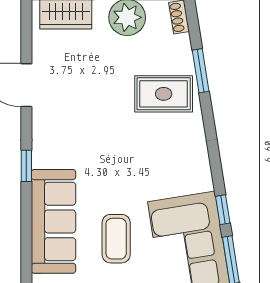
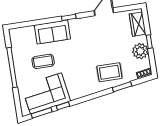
rug: (164, 94) -> (109, 72), turned 90
sofa: (53, 221) -> (52, 32), width x0.73

